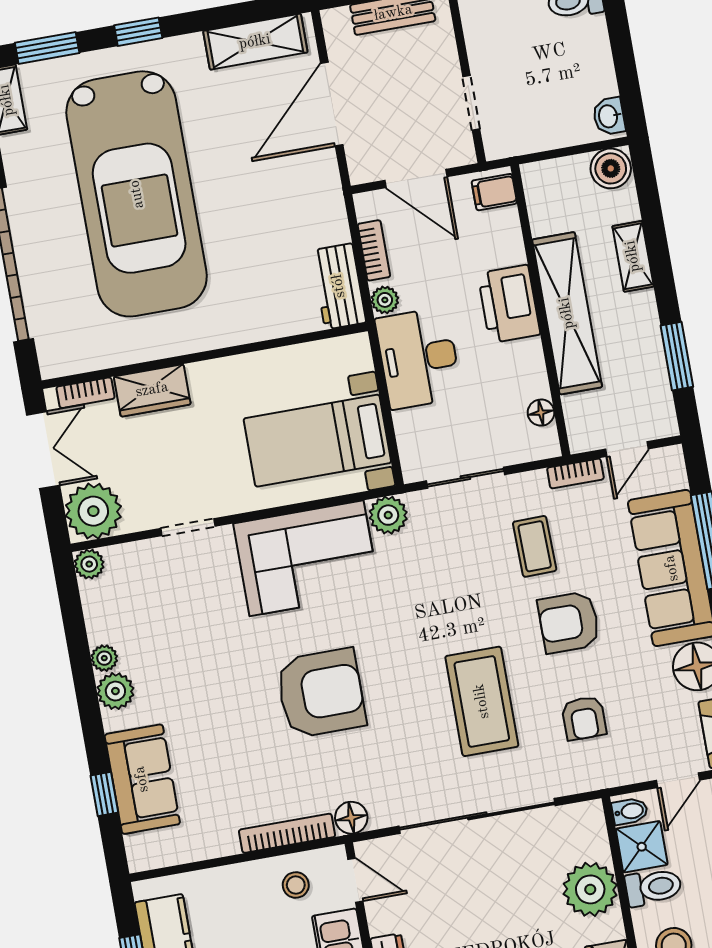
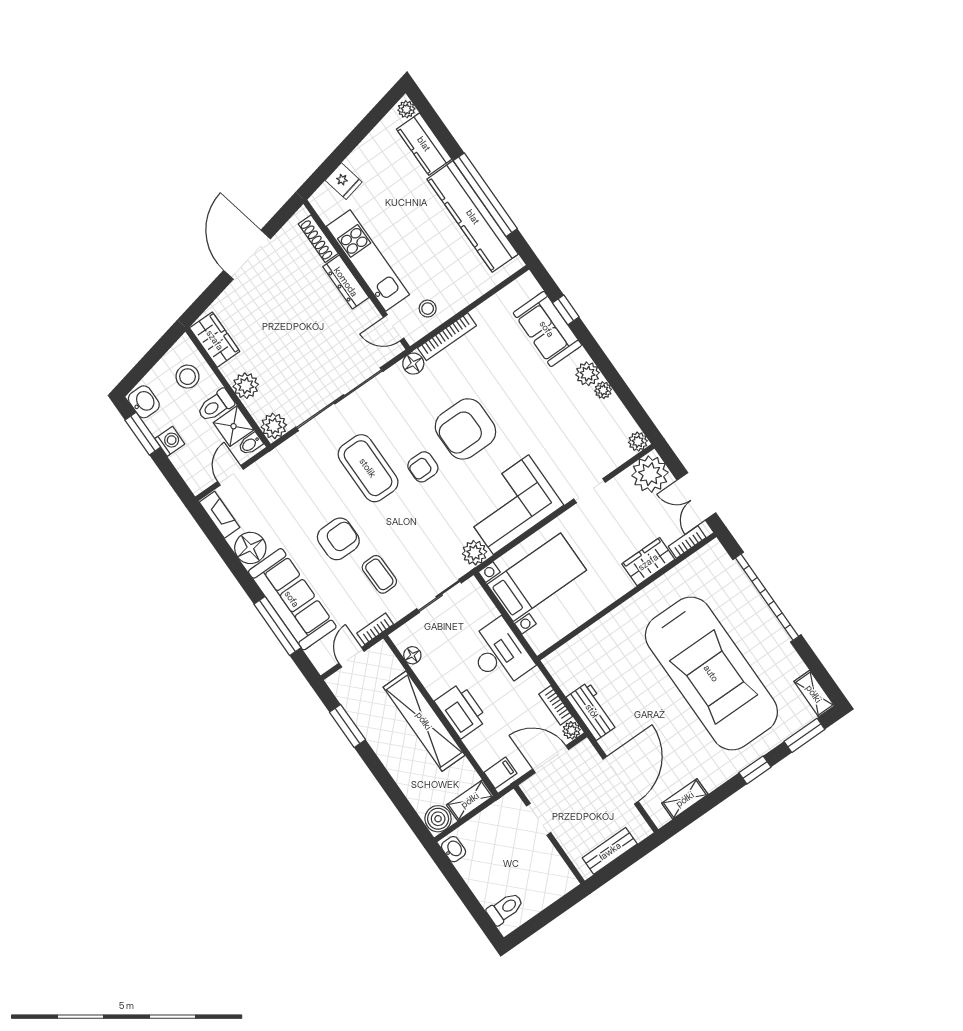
shelving: (255, 42) -> (685, 799), width x0.67, depth x0.75
car: (137, 194) -> (711, 673), turned 180
shelving: (633, 256) -> (470, 800), moved, turned 90
workbench: (339, 286) -> (592, 711), moved
plant: (385, 300) -> (572, 730), moved
armchair: (584, 718) -> (423, 467), moved, turned -90
plant: (586, 821) -> (274, 426), added
plant: (590, 889) -> (246, 386), width x0.73, depth x0.73

